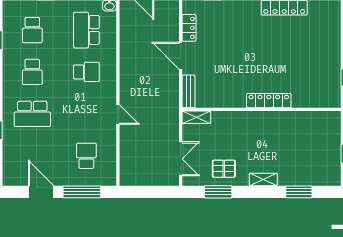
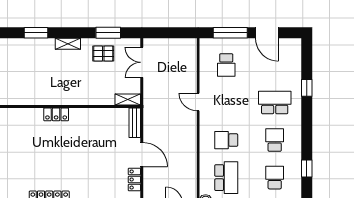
locker: (269, 101) -> (56, 114), width x0.66

